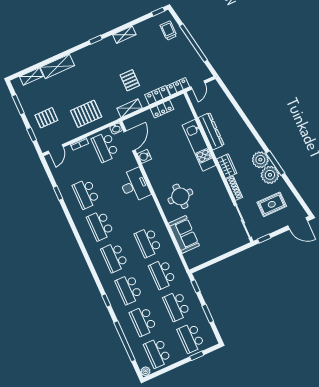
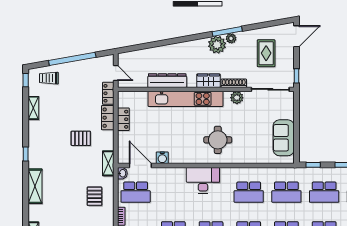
shelving: (124, 35) -> (33, 108), moved
shelving: (57, 66) -> (35, 186), moved
shelving: (130, 108) -> (108, 163), moved
pallet: (86, 114) -> (94, 196), width x0.67, depth x0.71
kitchen unit: (199, 145) -> (185, 99), width x1.36
plant: (270, 175) -> (231, 38), width x0.53, depth x0.53
desk: (134, 185) -> (203, 180), moved
plant: (223, 196) -> (237, 98), added
sofa: (184, 234) -> (284, 138), moved, turned -90

